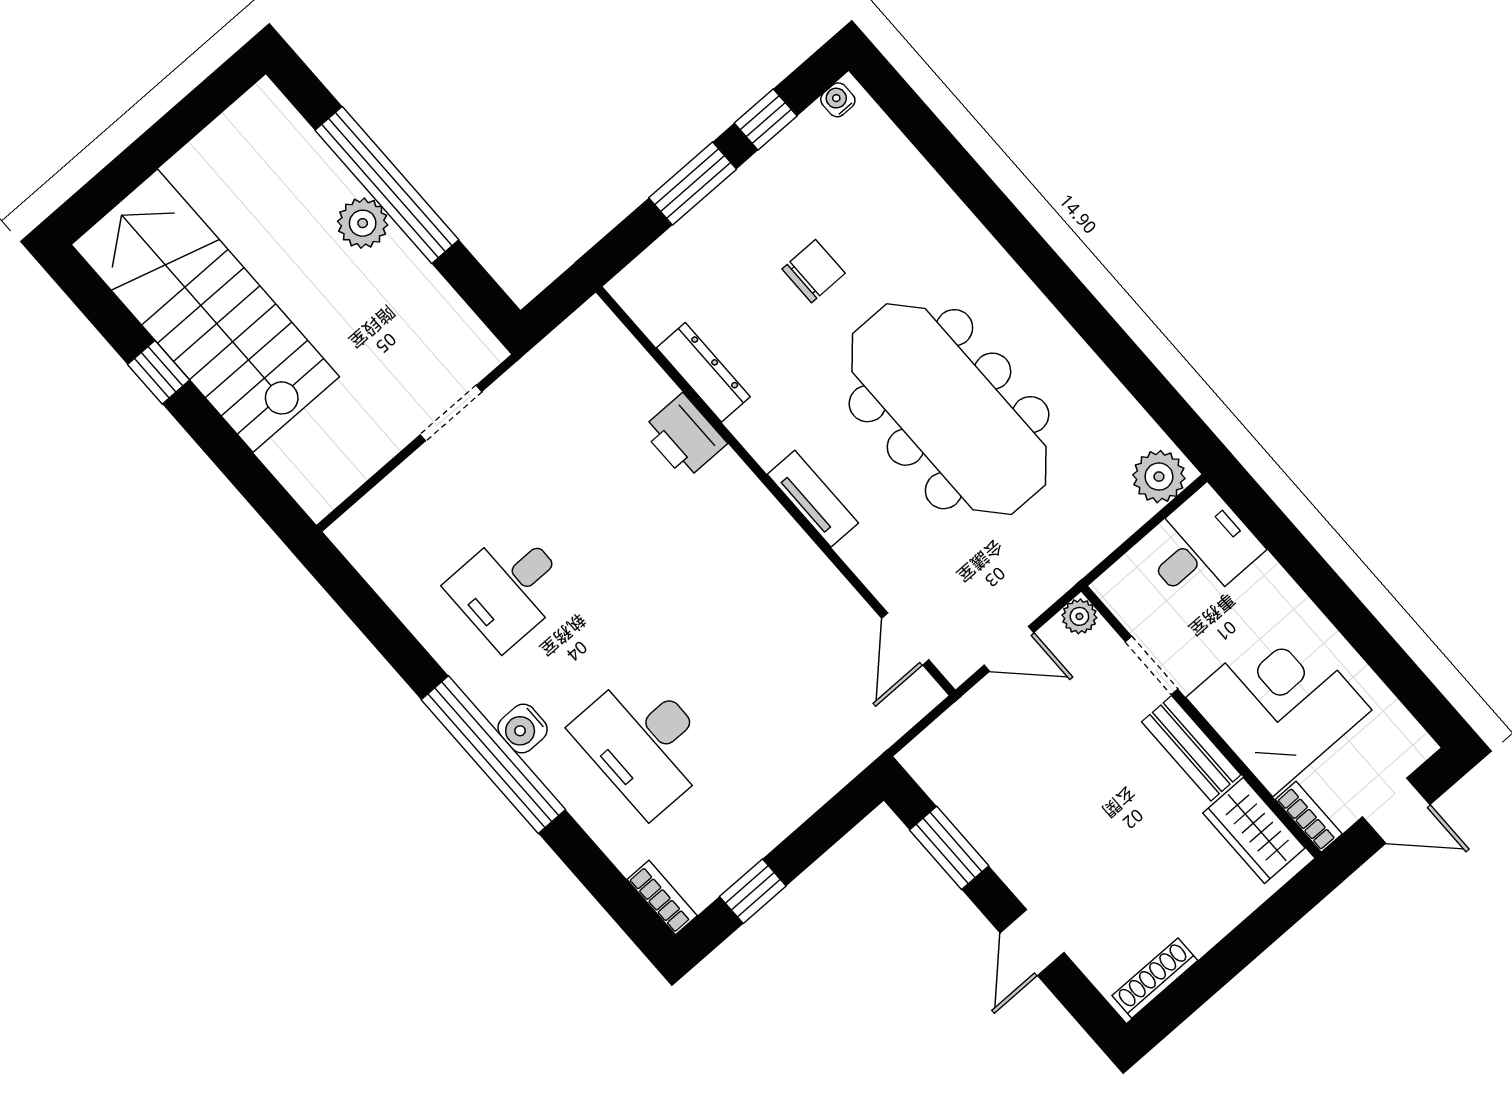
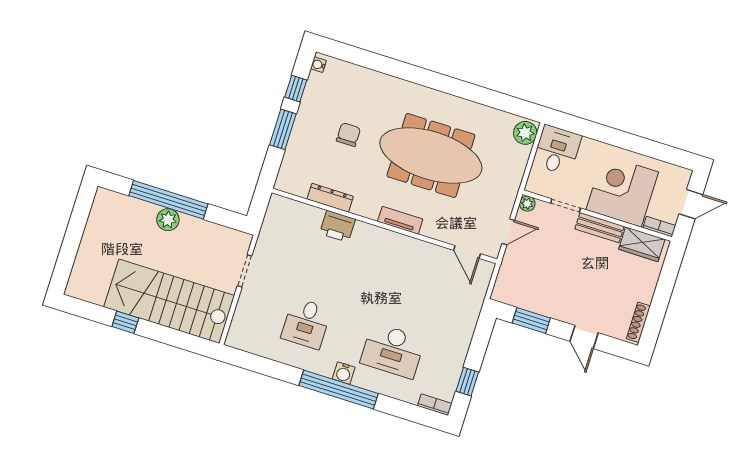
stairs: (205, 311) -> (169, 301), moved

